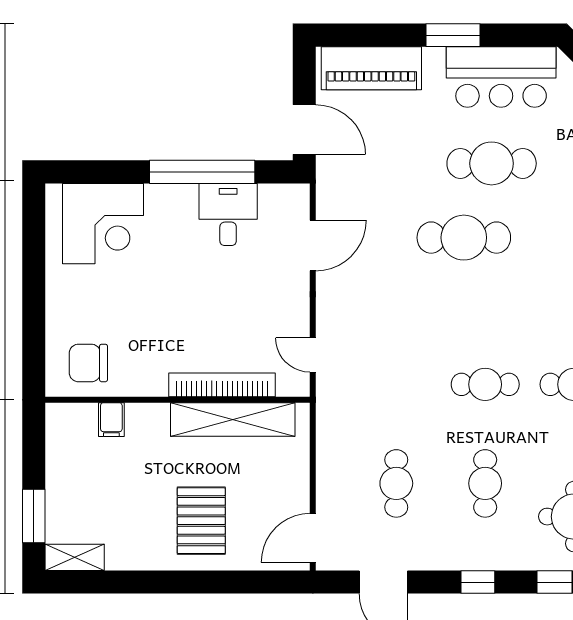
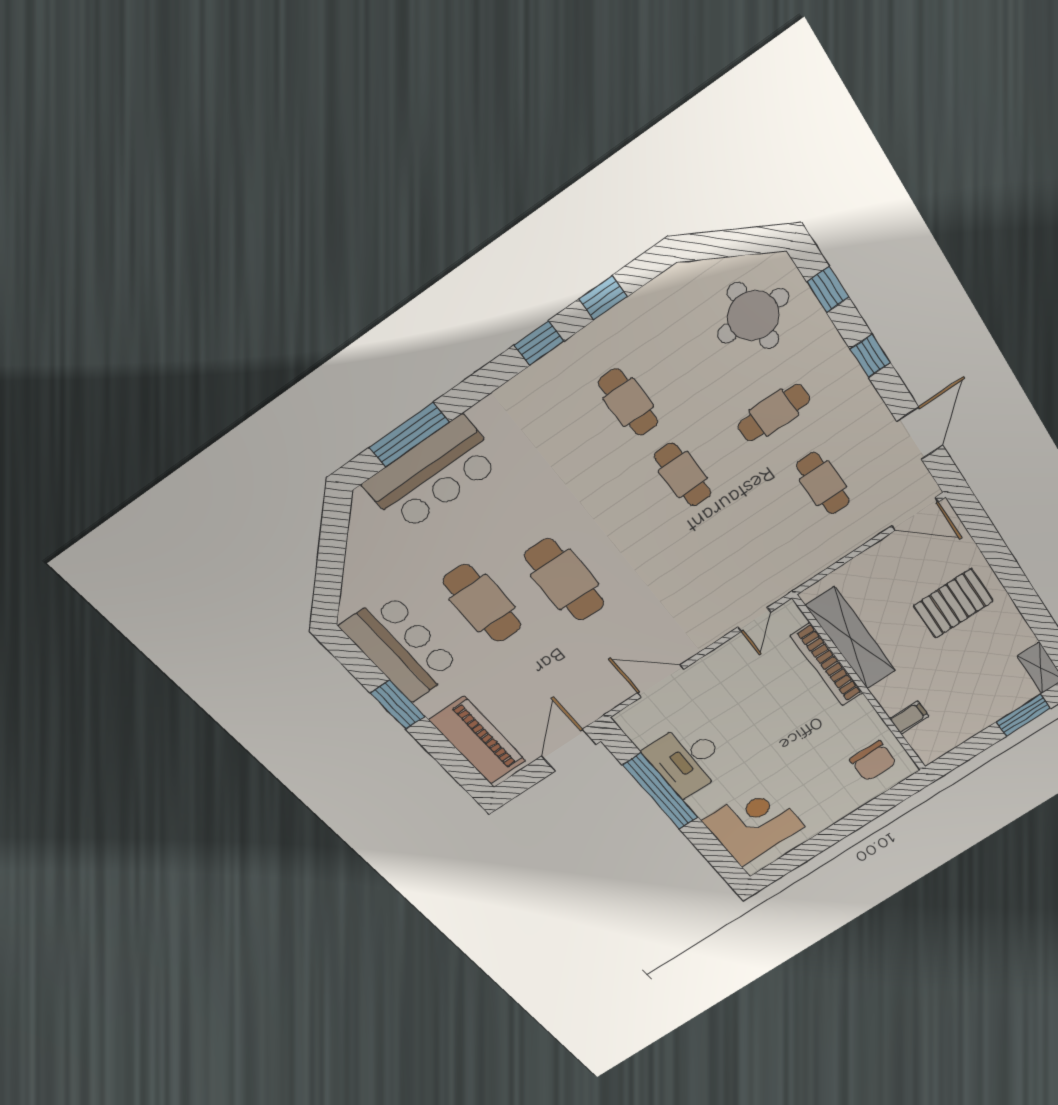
desk: (228, 214) -> (687, 760), width x1.37
cafe table: (396, 483) -> (823, 483), turned 90

